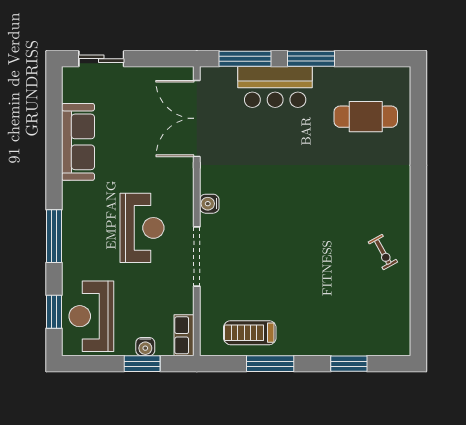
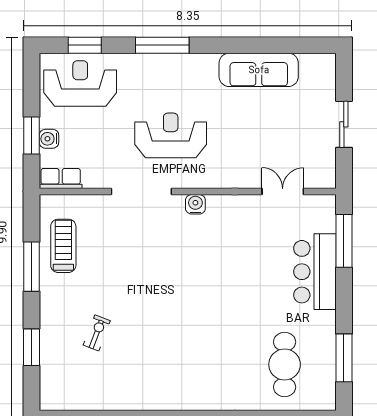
sliding door: (101, 59) -> (344, 124), moved
window: (311, 59) -> (344, 358), moved
double door: (197, 118) -> (283, 192), width x0.54
reception desk: (142, 228) -> (171, 135), turned 180
exercise bike: (383, 252) -> (97, 333), moved, turned 140

